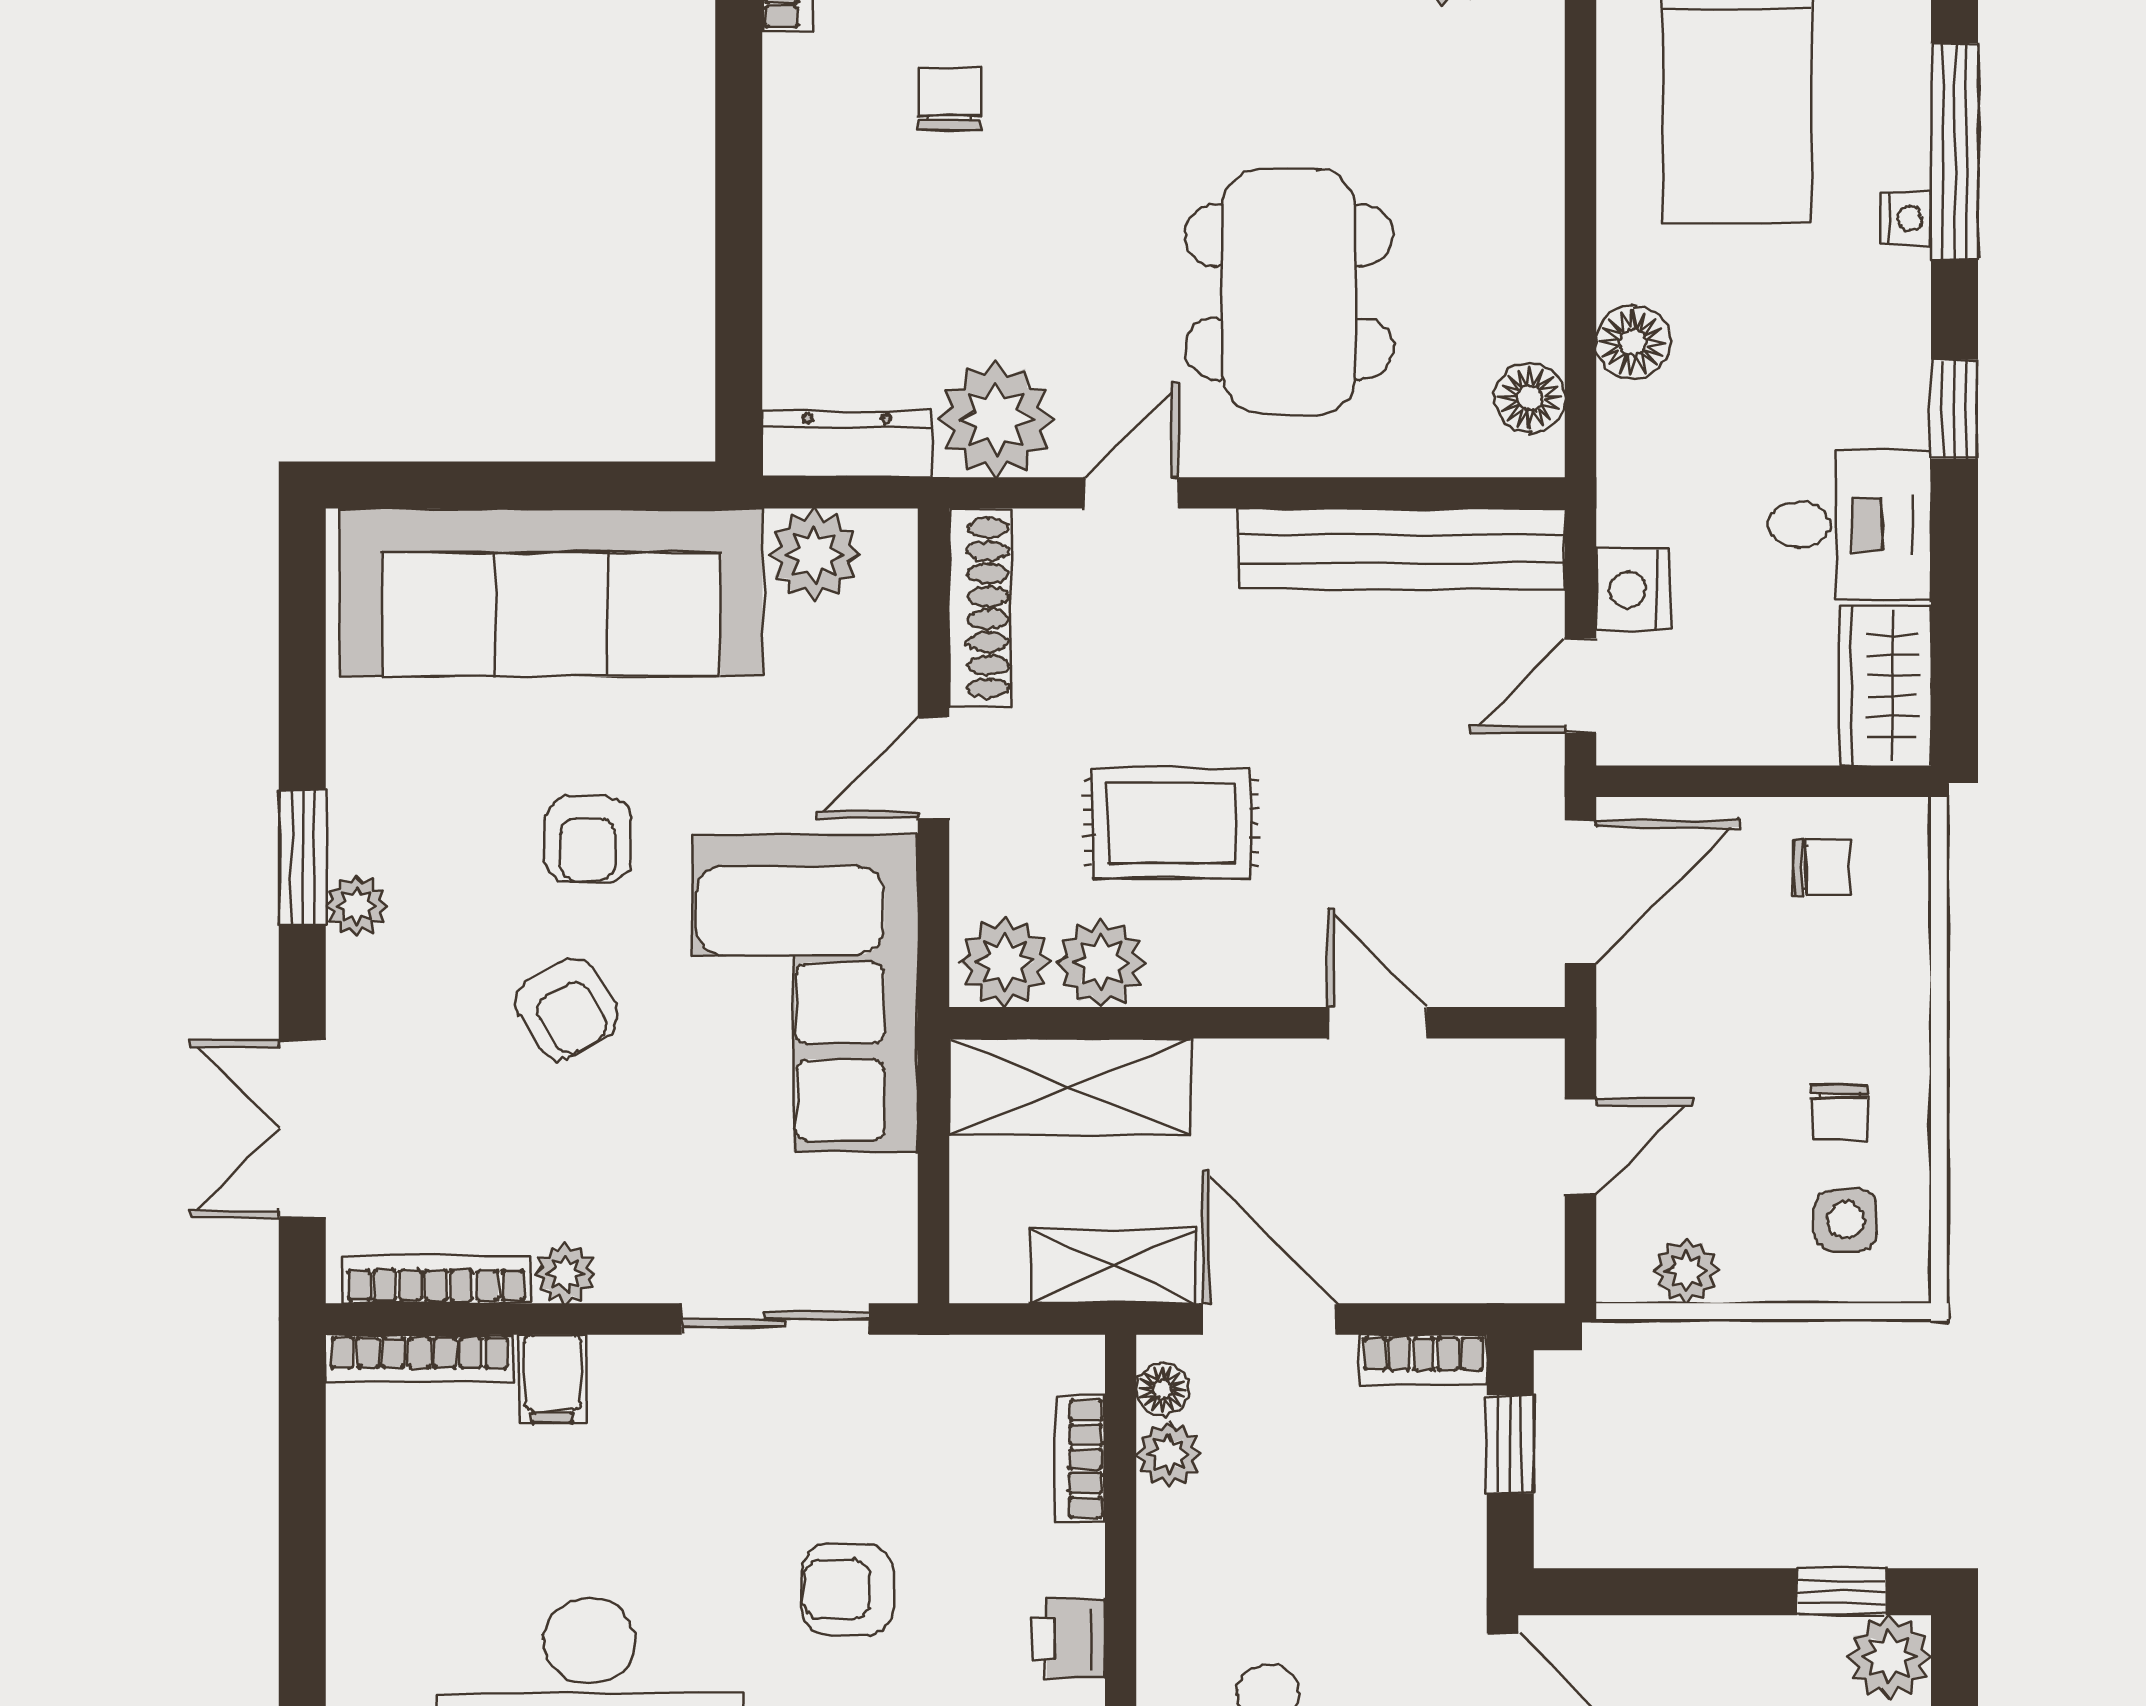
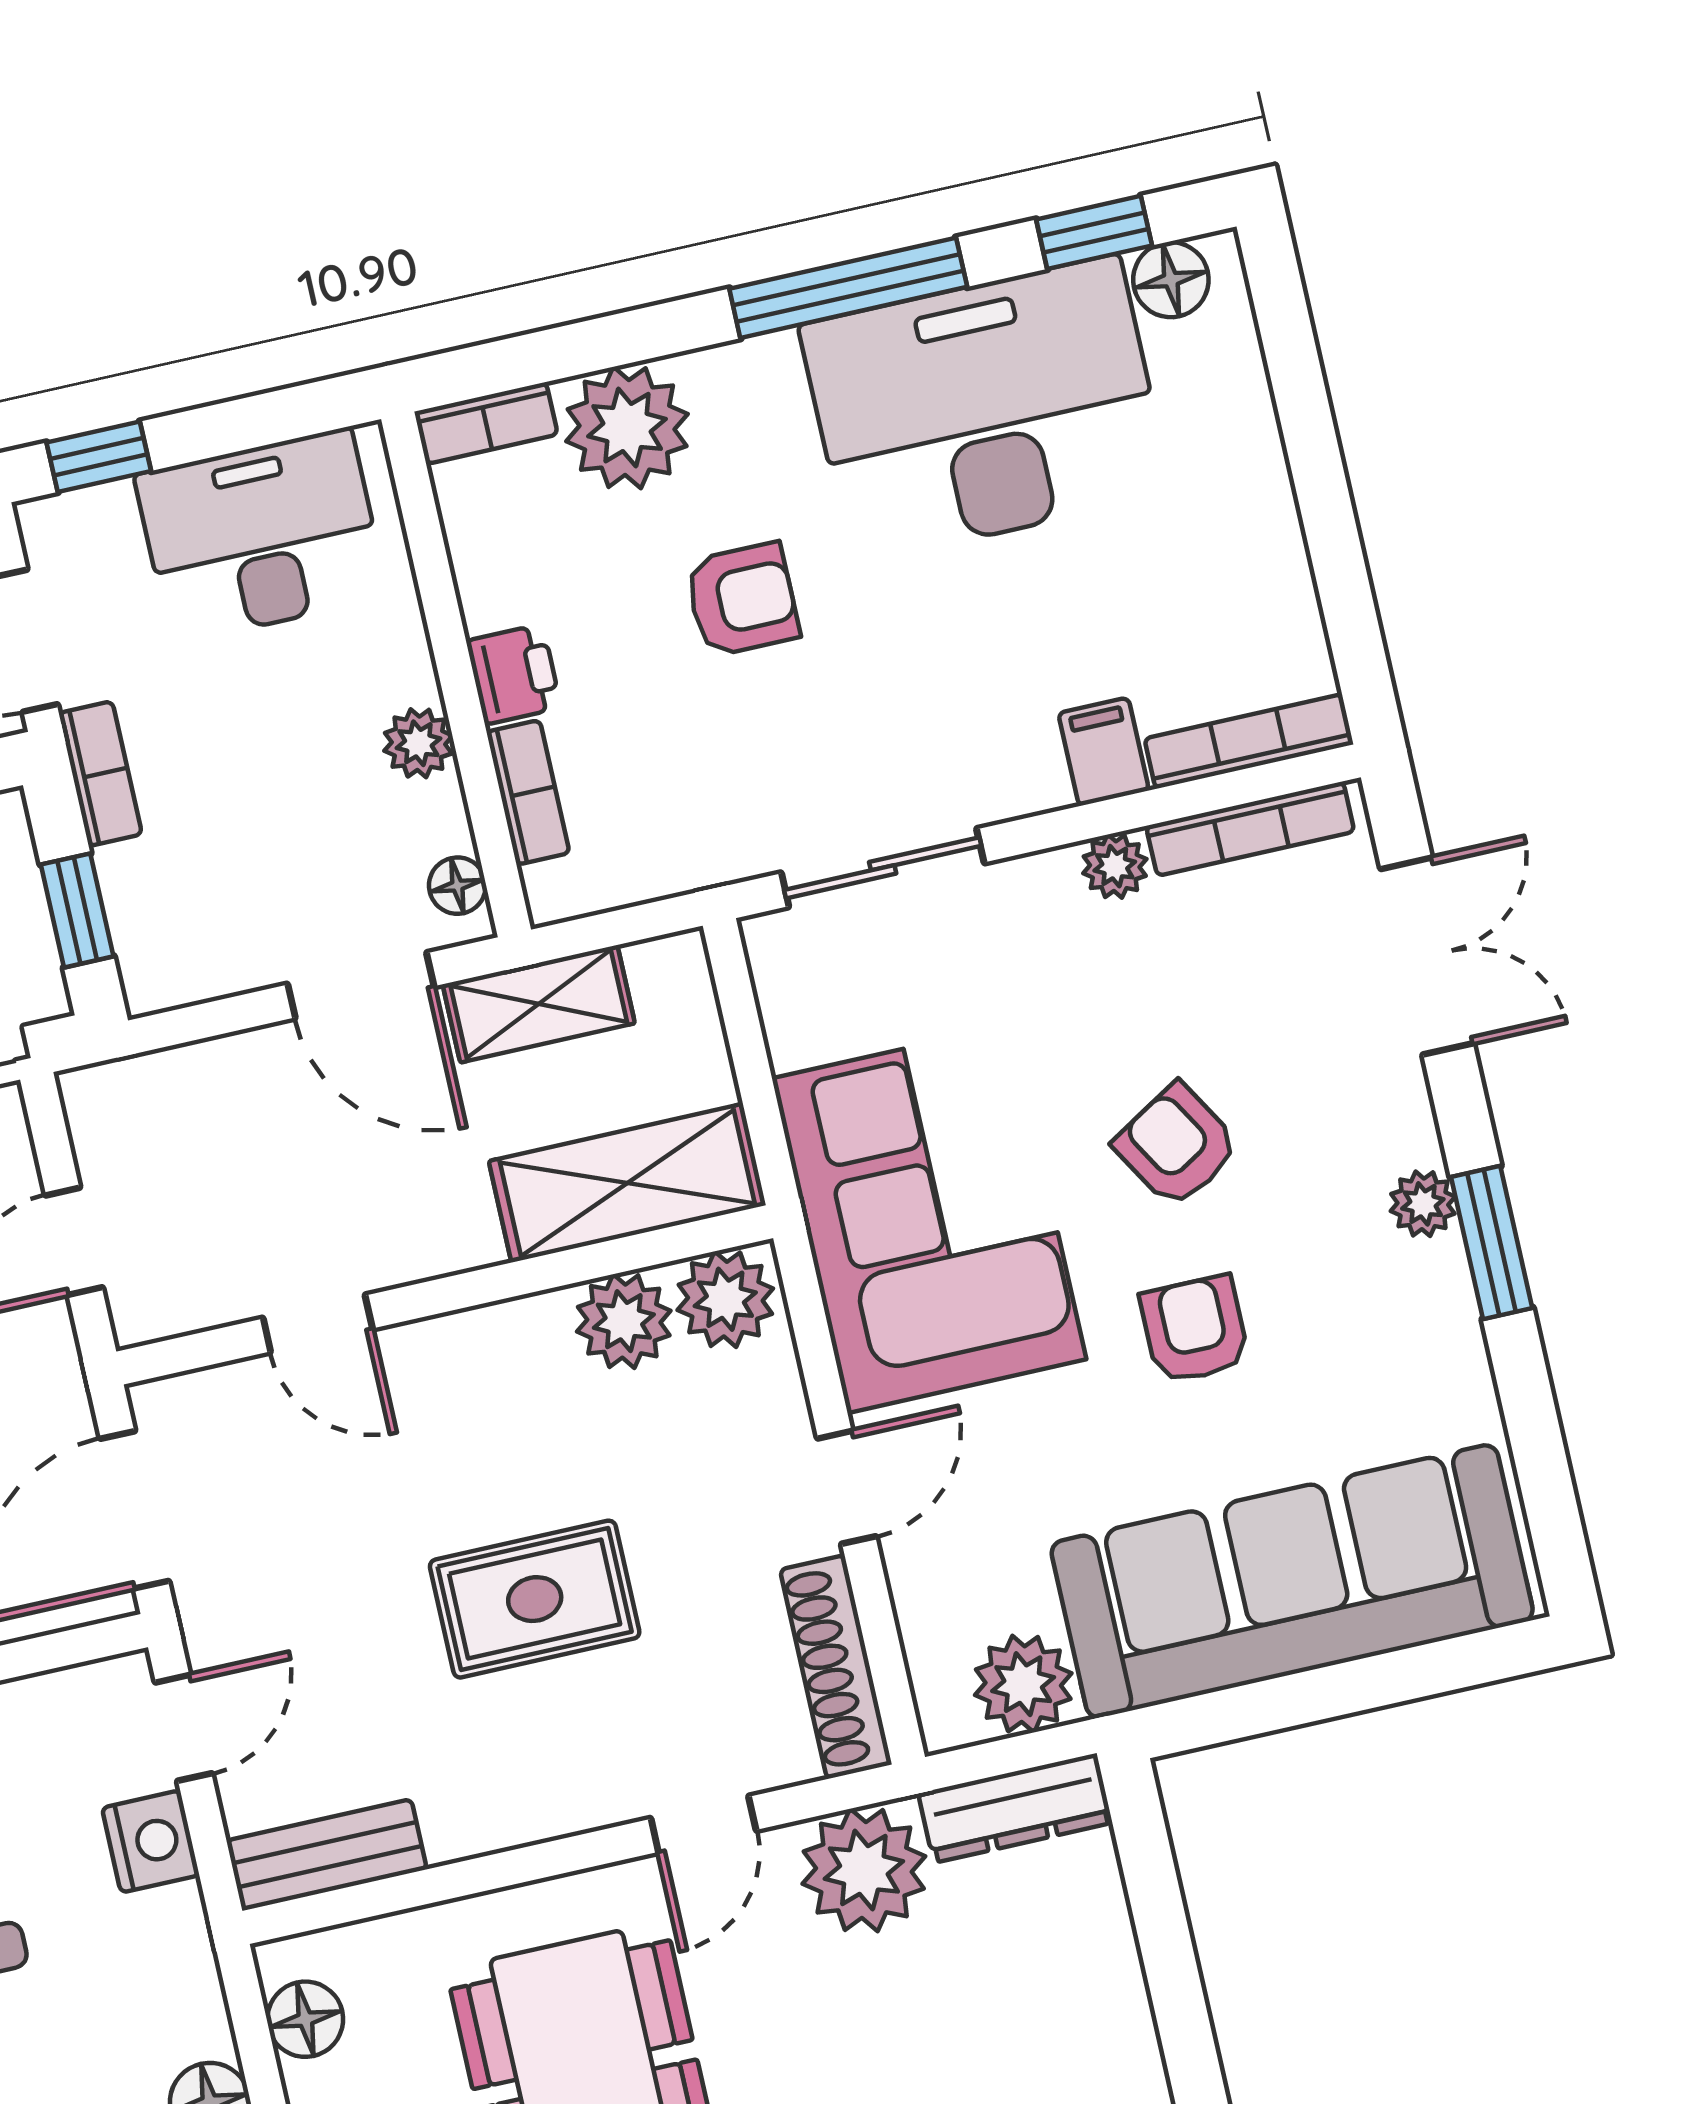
bench: (1402, 549) -> (327, 1855), width x0.54, depth x0.82
rug: (1172, 823) -> (535, 1599), moved
bookcase: (1424, 1360) -> (100, 774), moved, turned 90
plant: (1169, 1454) -> (418, 743), moved
printer: (1069, 1639) -> (514, 674), moved

